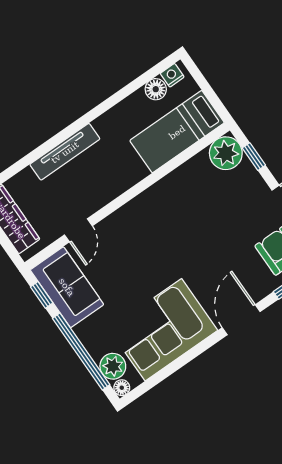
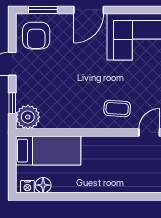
tv unit: (65, 152) -> (124, 186), removed
coffee table: (133, 232) -> (117, 109), added

